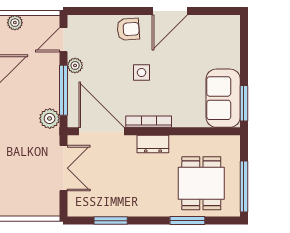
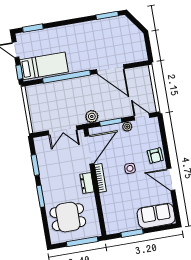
plant: (15, 23) -> (147, 85), removed
window: (64, 90) -> (111, 122), width x0.69
sofa: (223, 98) -> (156, 216), moved
window: (244, 103) -> (132, 233), moved
window: (244, 187) -> (82, 242), moved
window: (187, 221) -> (41, 196), moved

